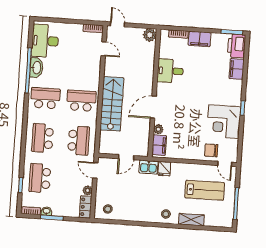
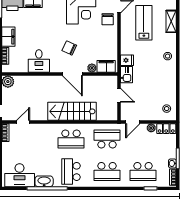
school desk: (81, 101) -> (71, 139), turned -90
chair: (182, 106) -> (69, 48), added
shelving: (191, 220) -> (171, 21), moved

